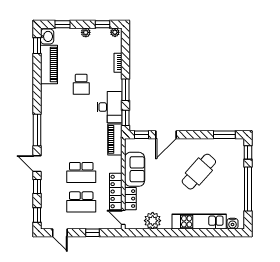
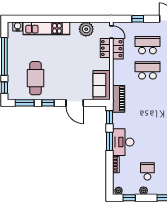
school desk: (81, 84) -> (147, 171), moved
desk: (109, 107) -> (123, 142), moved
window: (141, 135) -> (48, 103), moved
door: (166, 135) -> (75, 103), swing flipped
sofa: (135, 169) -> (102, 85), moved
cafe table: (199, 172) -> (35, 78), moved, turned -42
locker: (116, 192) -> (118, 49), width x0.66

